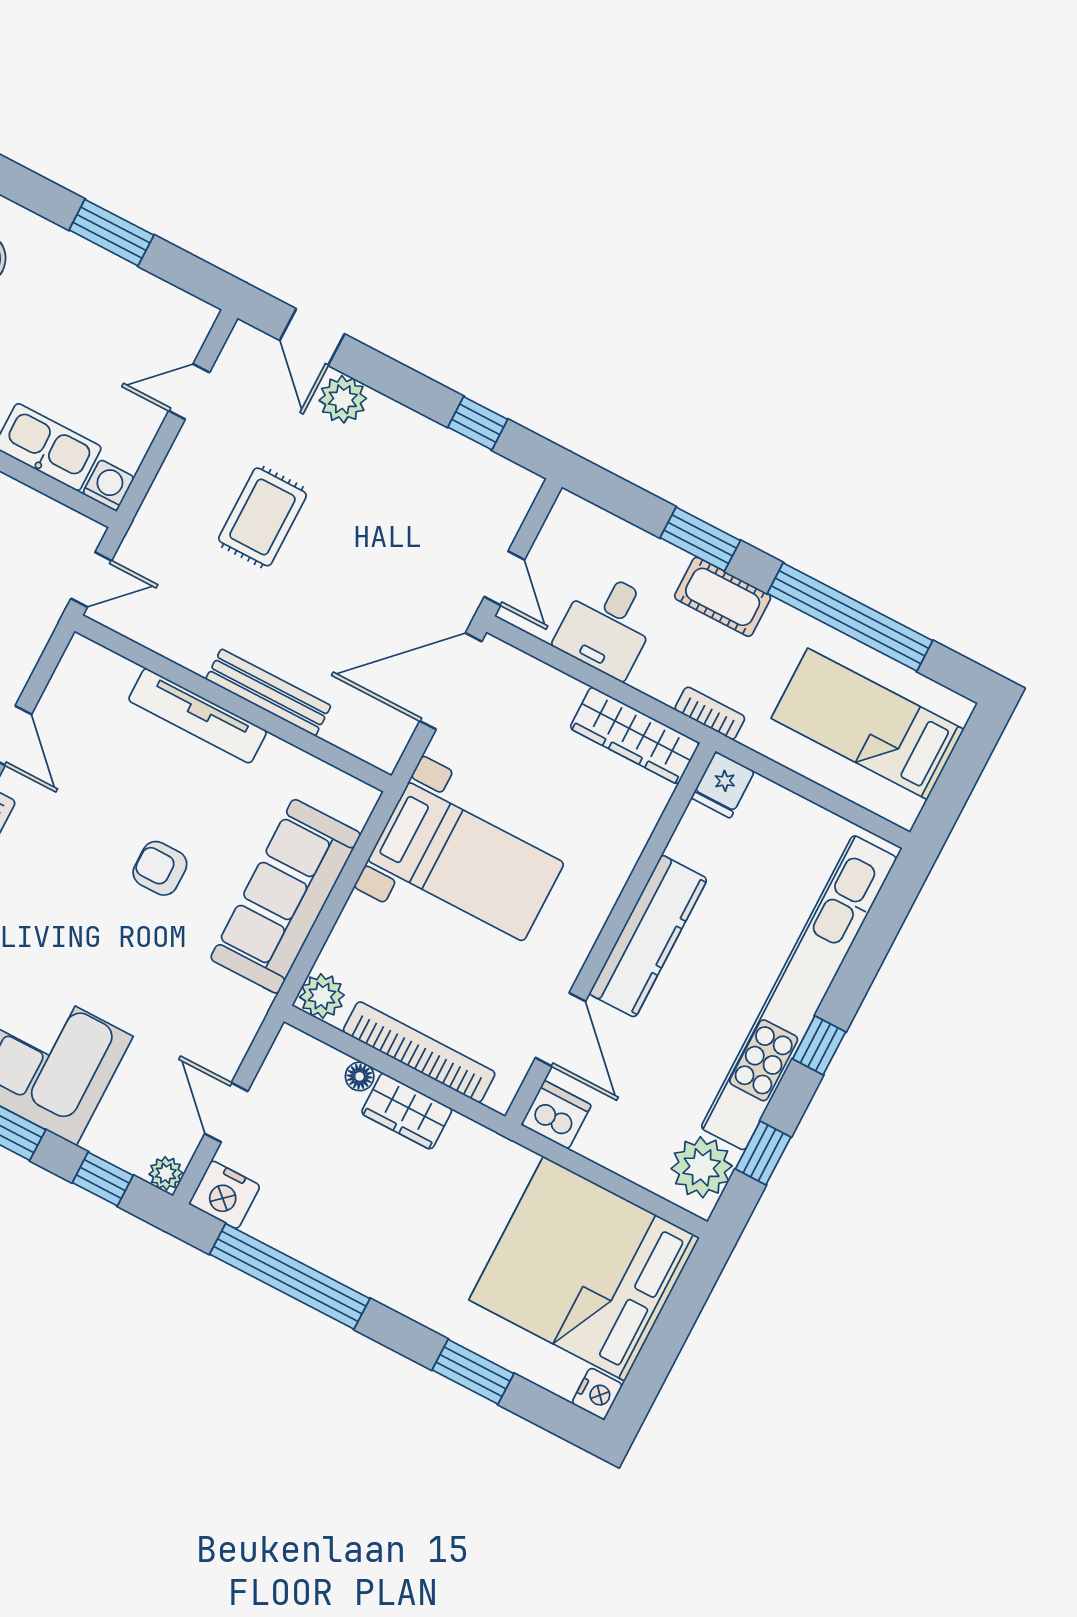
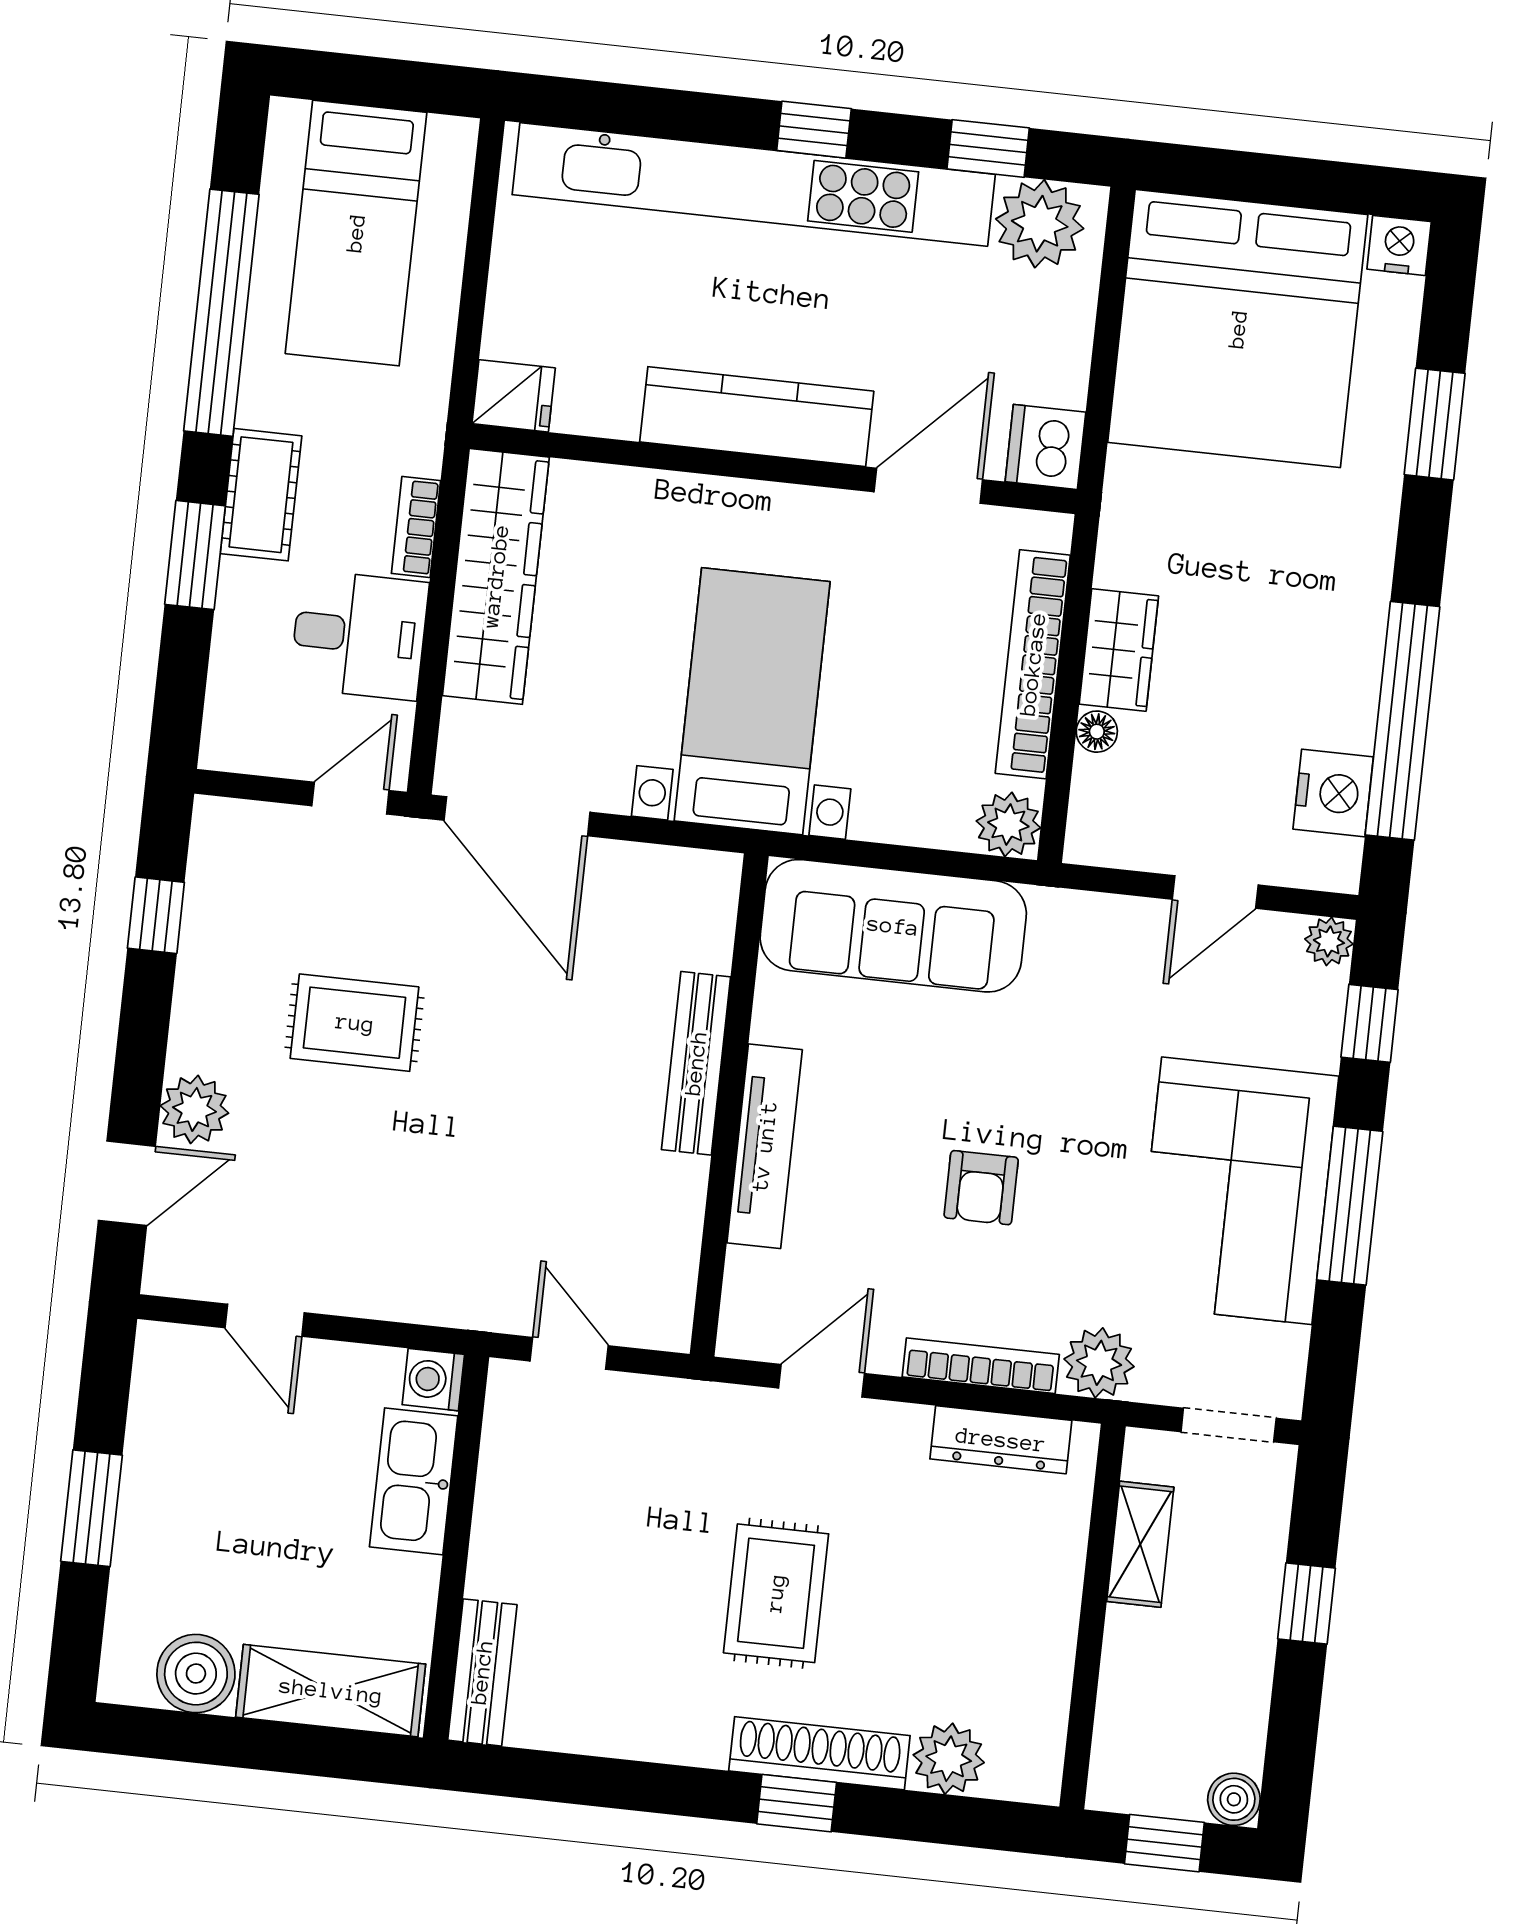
rug: (262, 517) -> (355, 1023), moved
bench: (268, 692) -> (696, 1063), moved
wall: (233, 703) -> (729, 1105), moved
bookcase: (710, 713) -> (416, 527), moved
tv unit: (198, 716) -> (765, 1146), moved
wardrobe: (635, 735) -> (496, 576), width x1.40, depth x1.17
armchair: (160, 868) -> (981, 1188), moved
nightstand: (225, 1195) -> (1333, 793), moved

